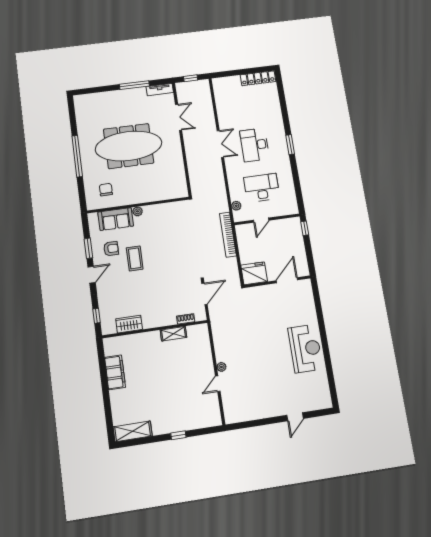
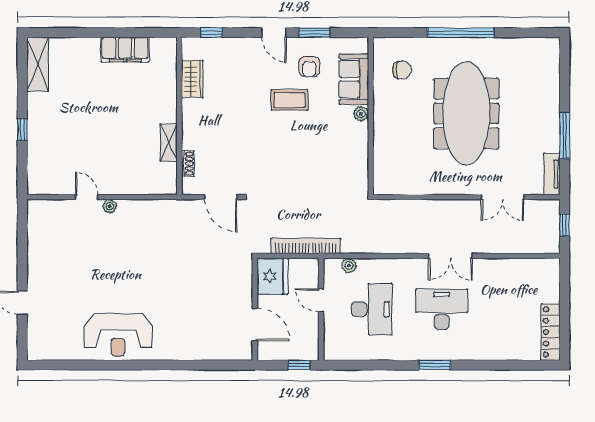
fridge: (254, 273) -> (272, 276), moved
door: (287, 280) -> (255, 324), moved
wall: (277, 282) -> (255, 309), moved

